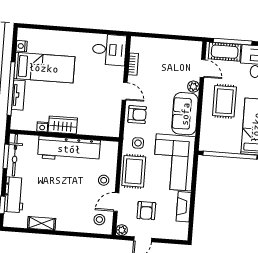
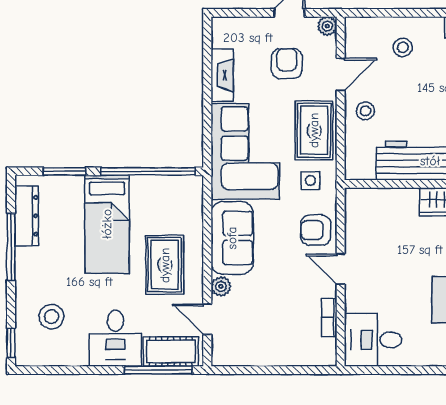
stool: (99, 220) -> (403, 47), moved

